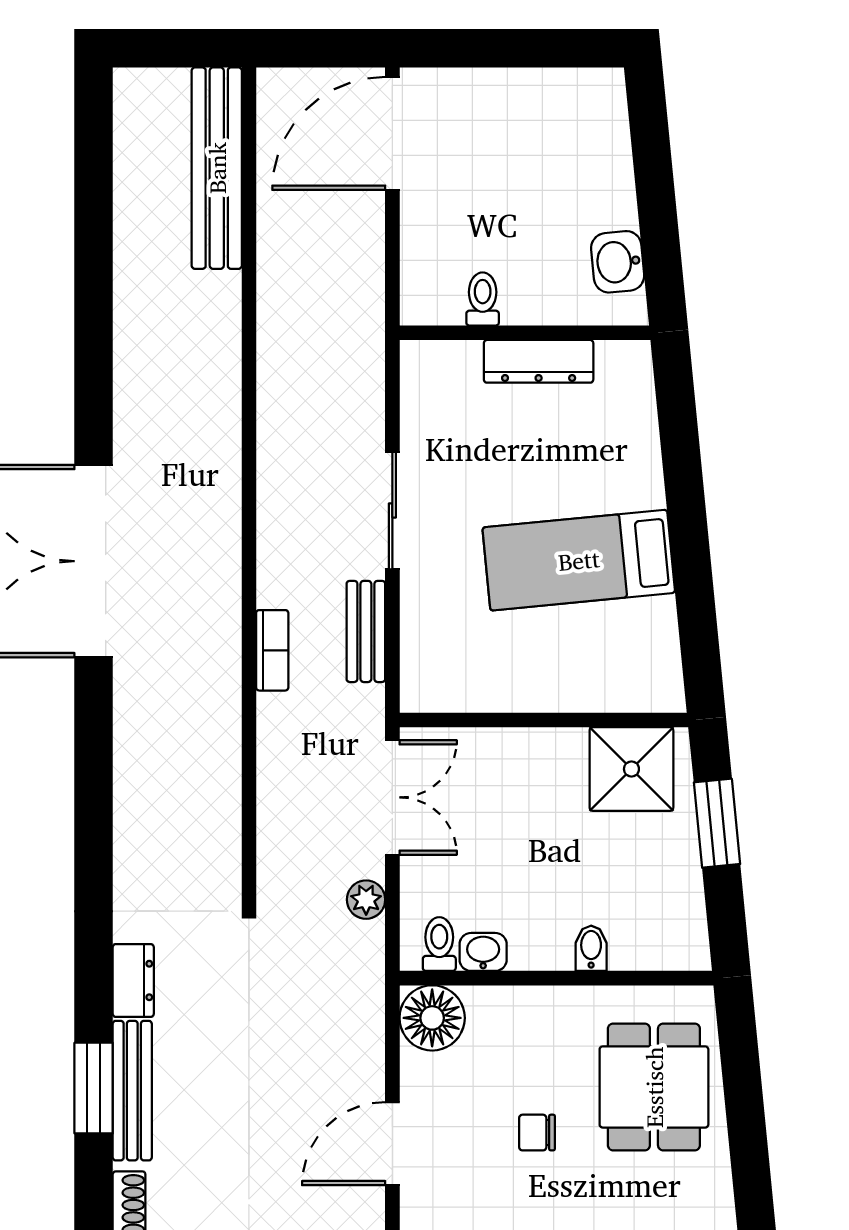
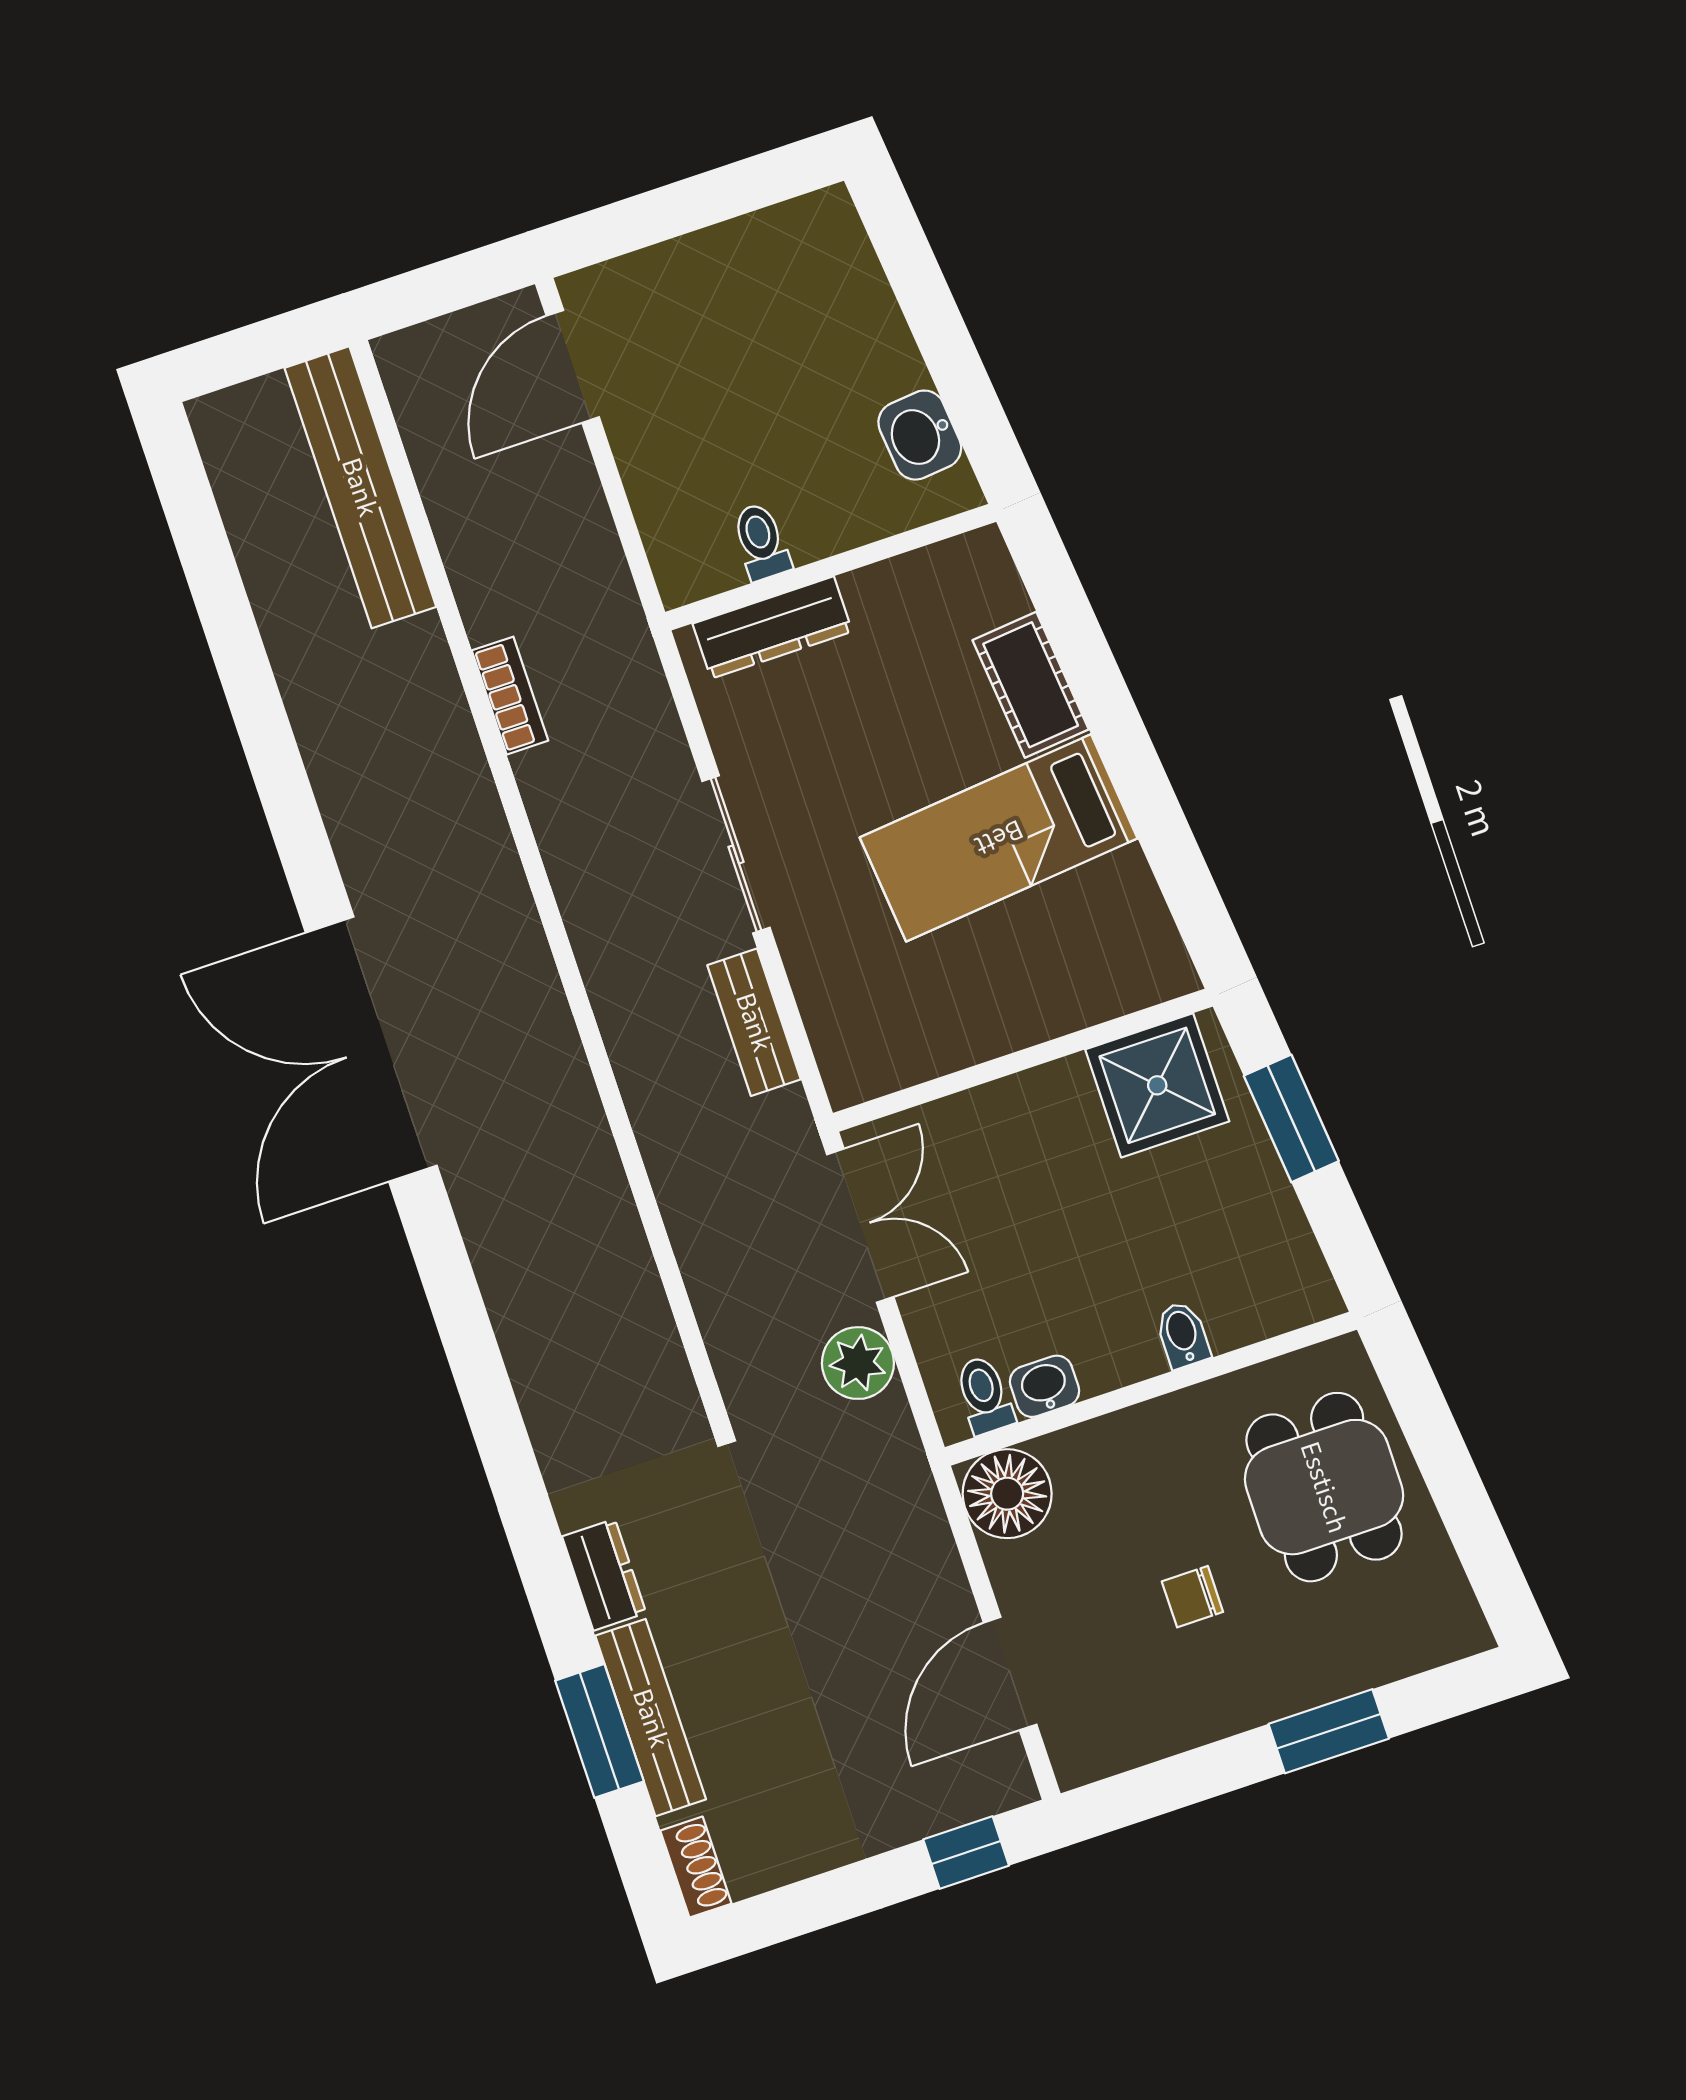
door: (392, 133) -> (573, 366), width x0.73
dresser: (539, 361) -> (772, 628), moved
cot: (637, 461) -> (1031, 685), added
bookcase: (272, 650) -> (510, 696), moved
plant: (366, 900) -> (858, 1363), width x1.38, depth x1.38

